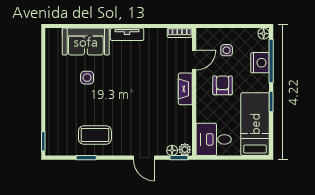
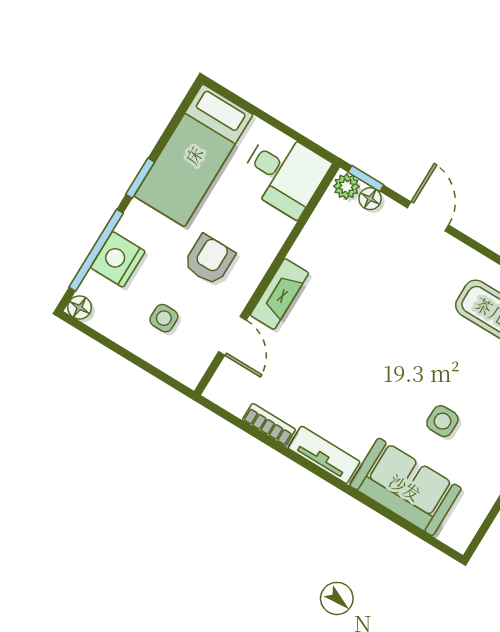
bookcase: (180, 33) -> (269, 425), moved
door: (194, 60) -> (232, 336), swing flipped
armchair: (223, 85) -> (209, 260), turned 180

